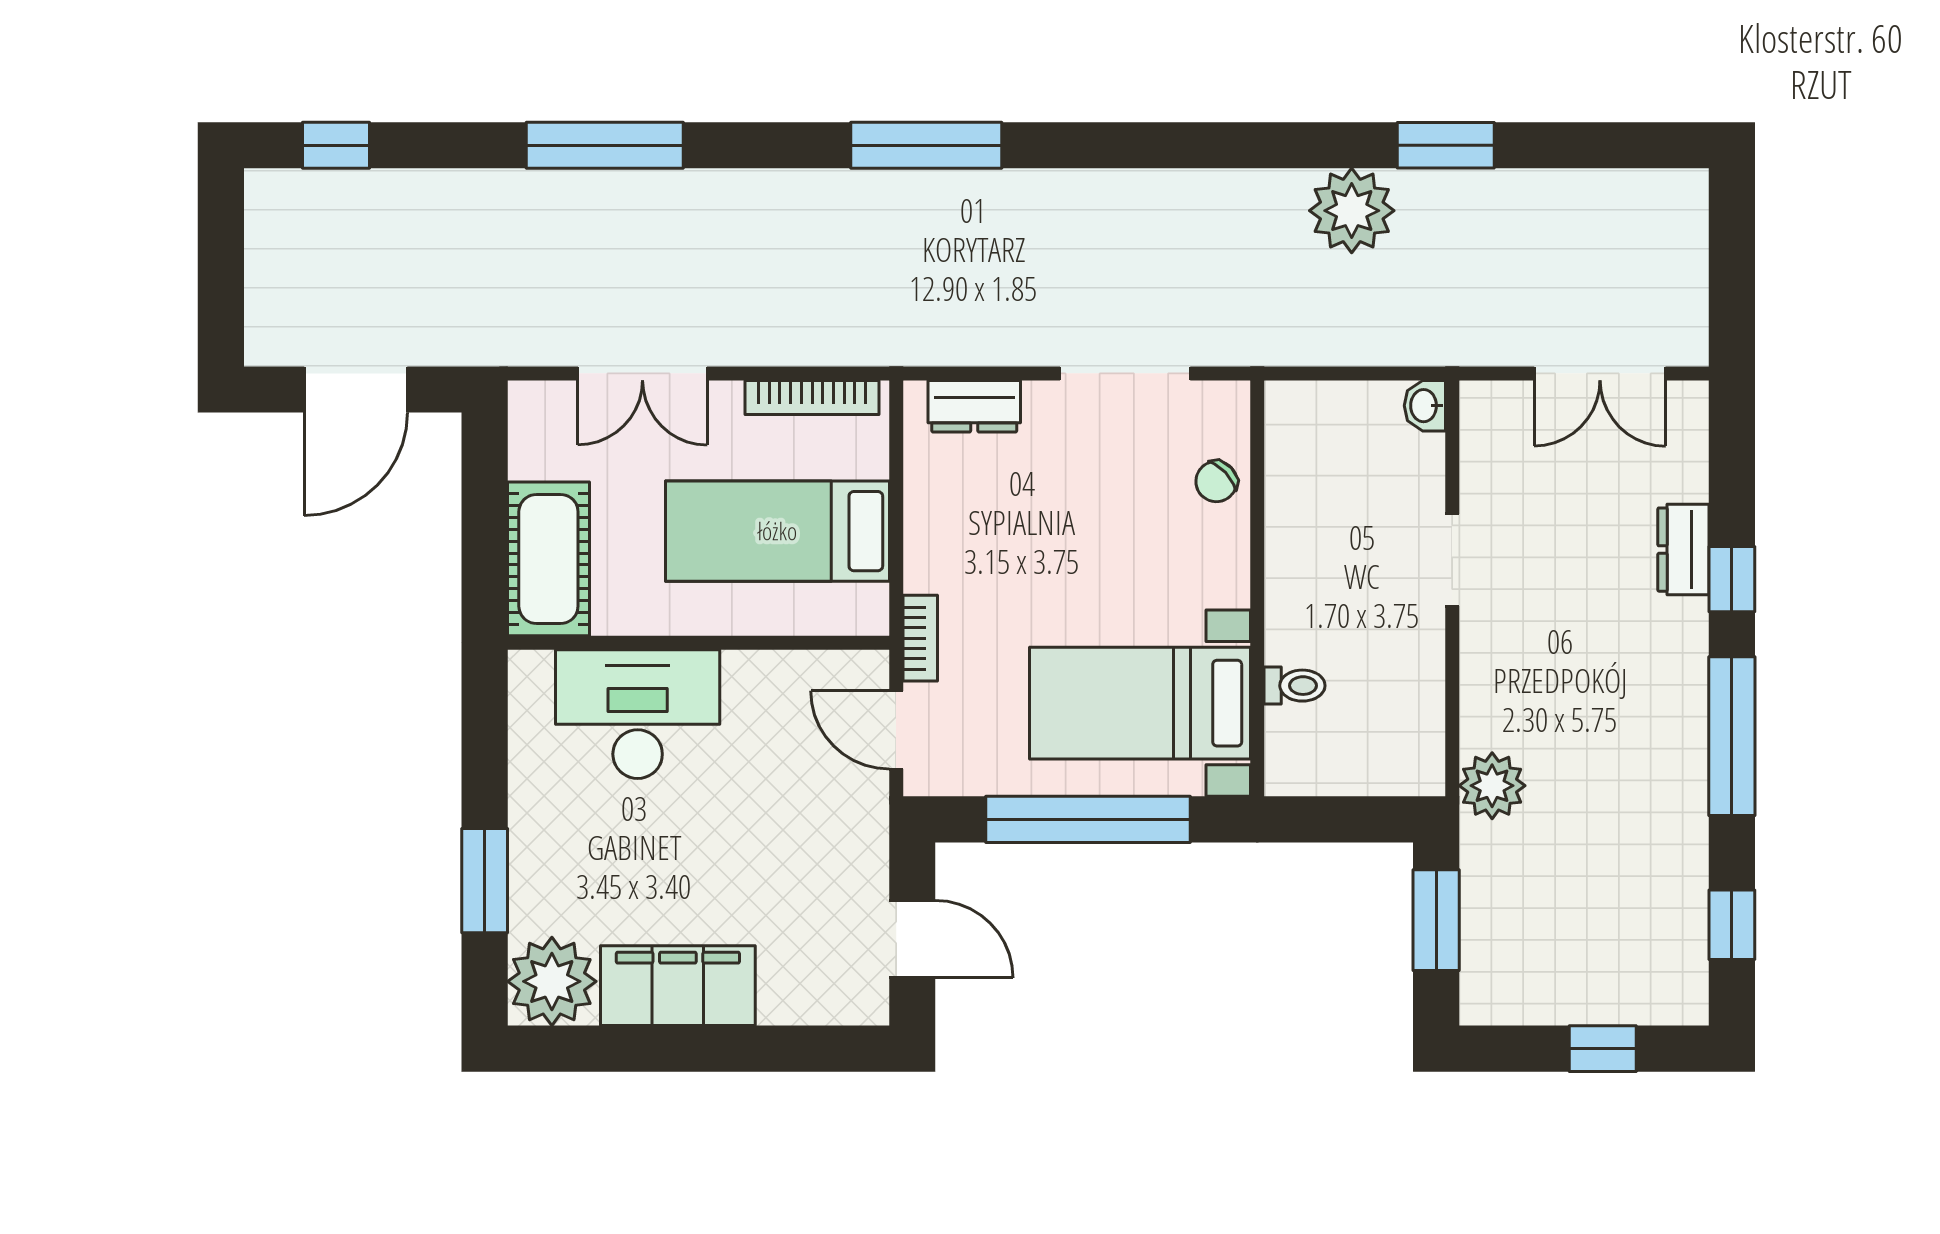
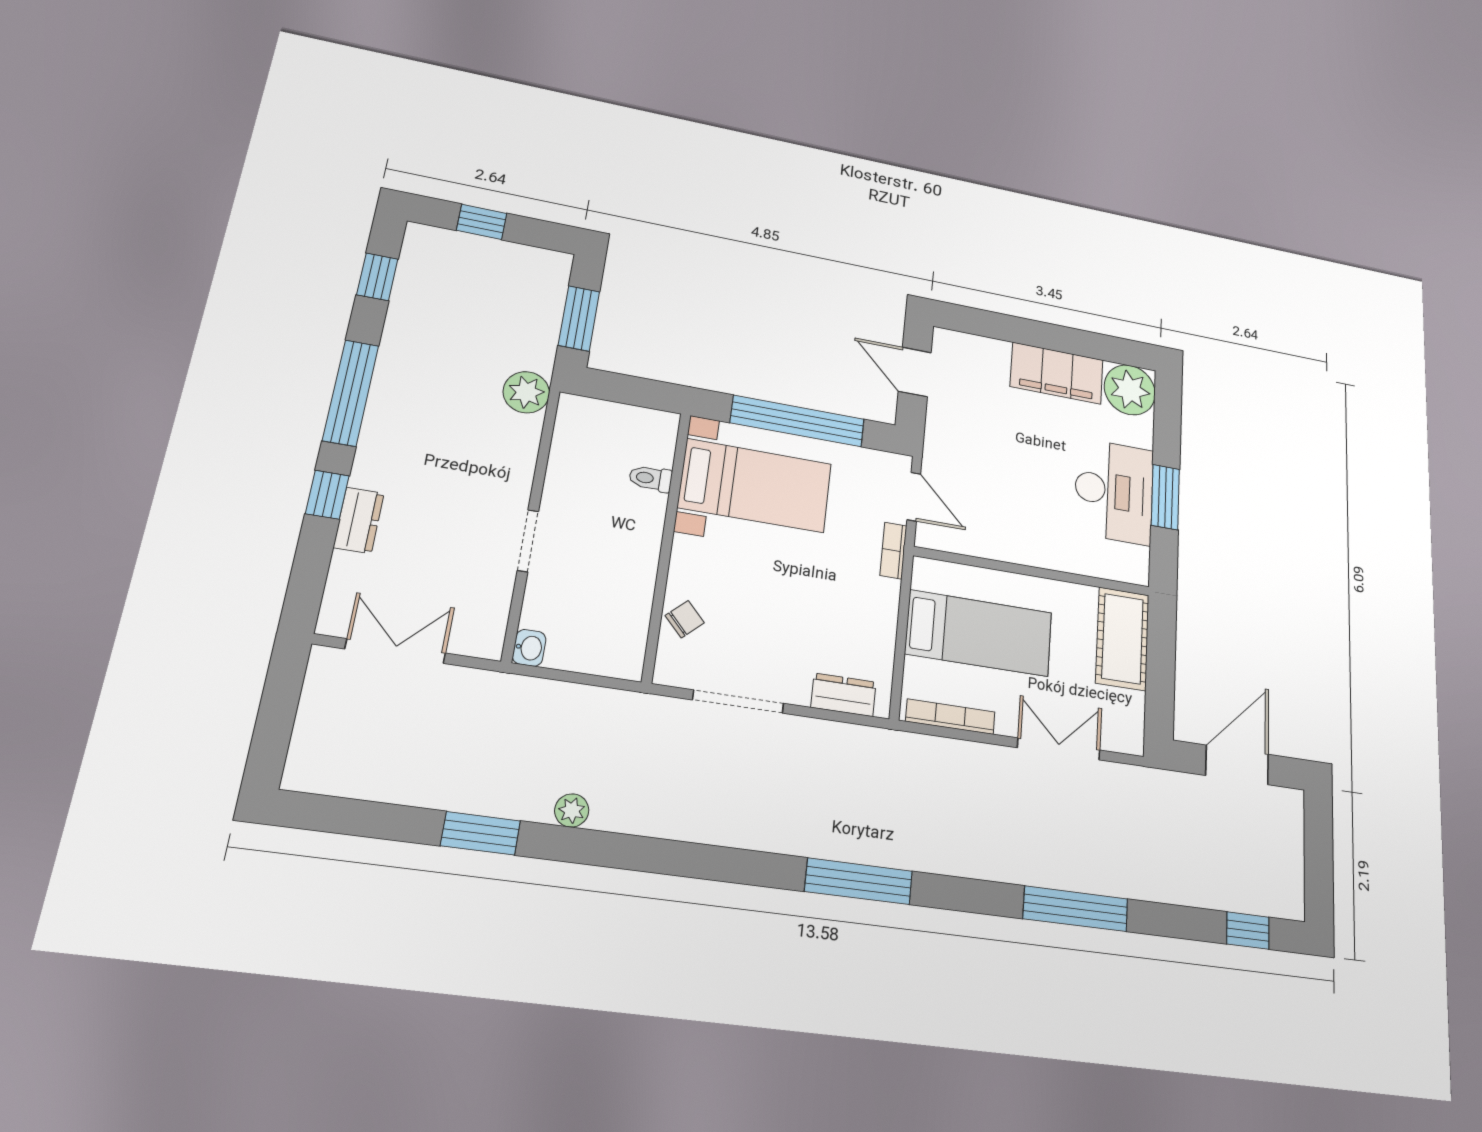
plant: (1352, 211) -> (572, 810), width x0.53, depth x0.53
desk: (638, 714) -> (1114, 491), moved, turned -90
window: (485, 881) -> (1165, 497), moved

